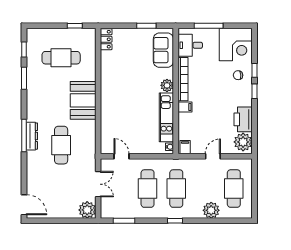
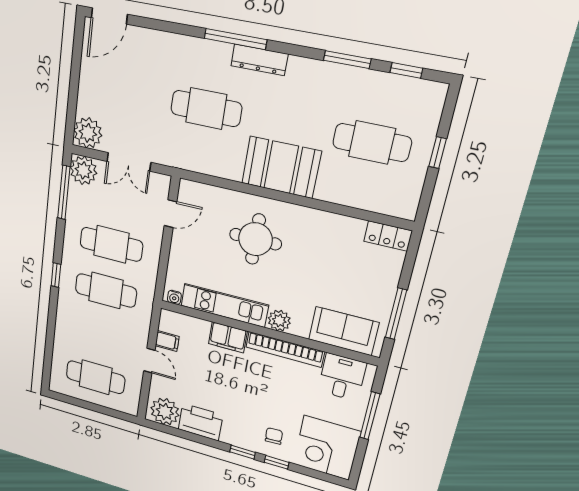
window: (75, 26) -> (438, 153), moved
window: (146, 26) -> (396, 314), width x1.44
cafe table: (61, 58) -> (372, 142), turned 90
round table: (124, 107) -> (255, 239), added
filing cabinet: (185, 107) -> (228, 337), width x2.00
dresser: (32, 136) -> (259, 60), moved
filing cabinet: (185, 147) -> (167, 341), moved
plant: (211, 210) -> (83, 170), moved
window: (124, 221) -> (64, 192), width x1.44

